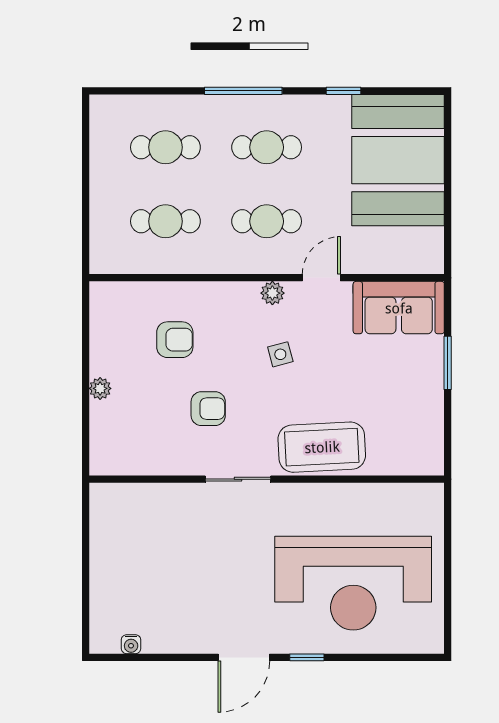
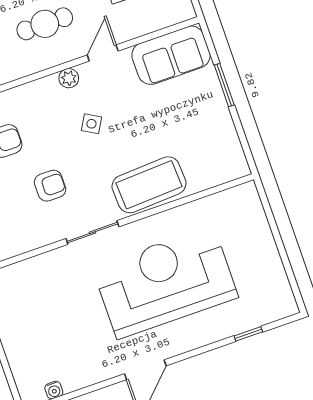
side table: (280, 354) -> (92, 124), turned 45
reception desk: (353, 583) -> (165, 282), moved, turned 180
window: (307, 657) -> (248, 334), moved

